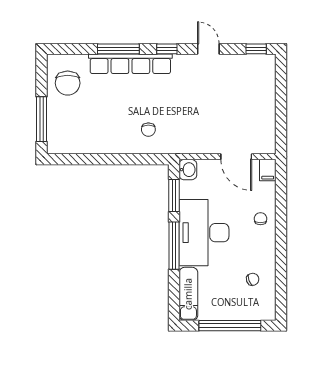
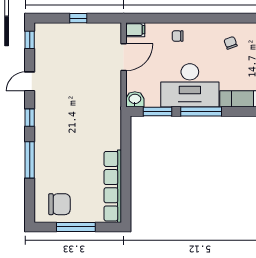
row of seats: (130, 64) -> (113, 186), moved, turned 180
window: (281, 105) -> (78, 18), added
window: (42, 119) -> (76, 227), moved
chair: (148, 130) -> (100, 134), removed

